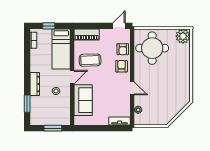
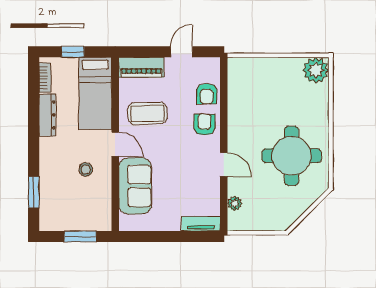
door: (119, 26) -> (182, 52), moved
round table: (152, 48) -> (292, 156), moved
door: (72, 77) -> (115, 144), hinge flipped
dresser: (35, 84) -> (47, 115), moved

